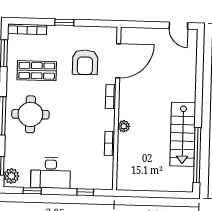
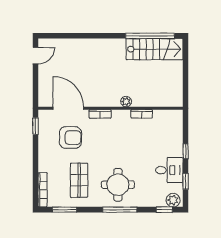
window: (64, 22) -> (36, 126), moved
stairs: (183, 134) -> (155, 49), moved
desk: (51, 173) -> (169, 170), width x0.73
window: (85, 192) -> (186, 151), moved

